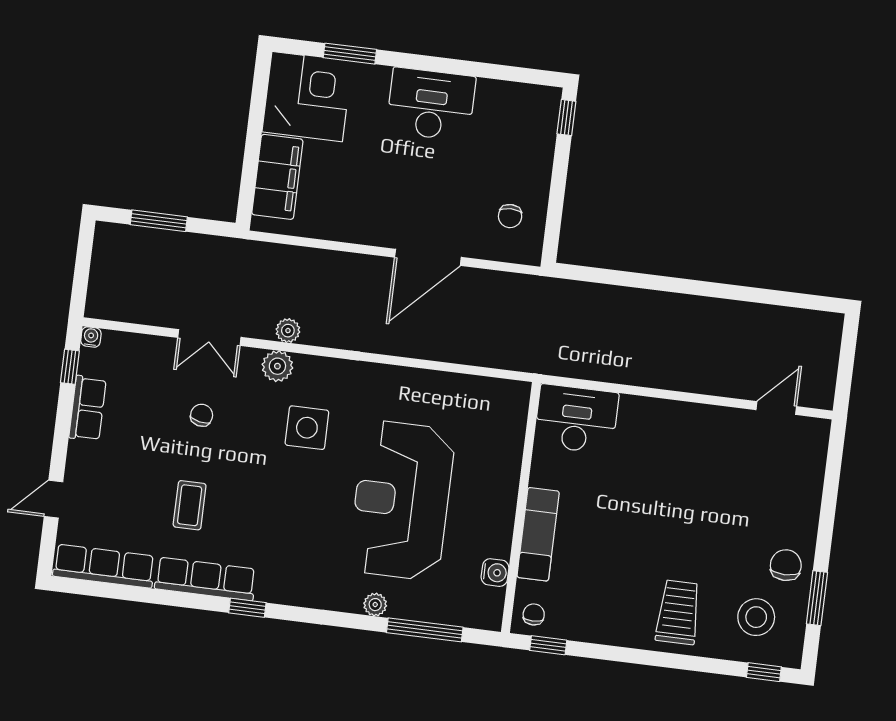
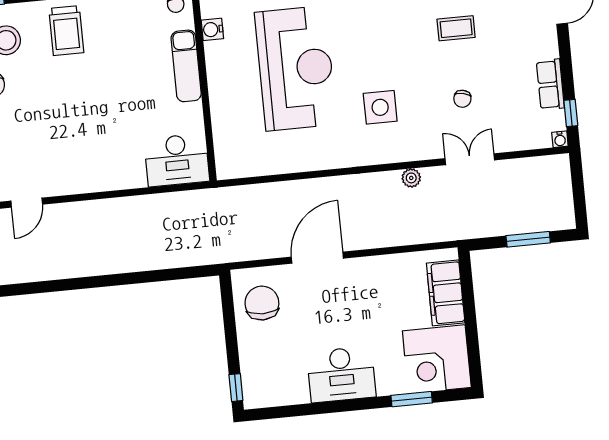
chair: (510, 216) -> (262, 303), width x1.87, depth x1.87
plant: (277, 366) -> (413, 149), removed
coffee table: (190, 505) -> (456, 28), turned 90

